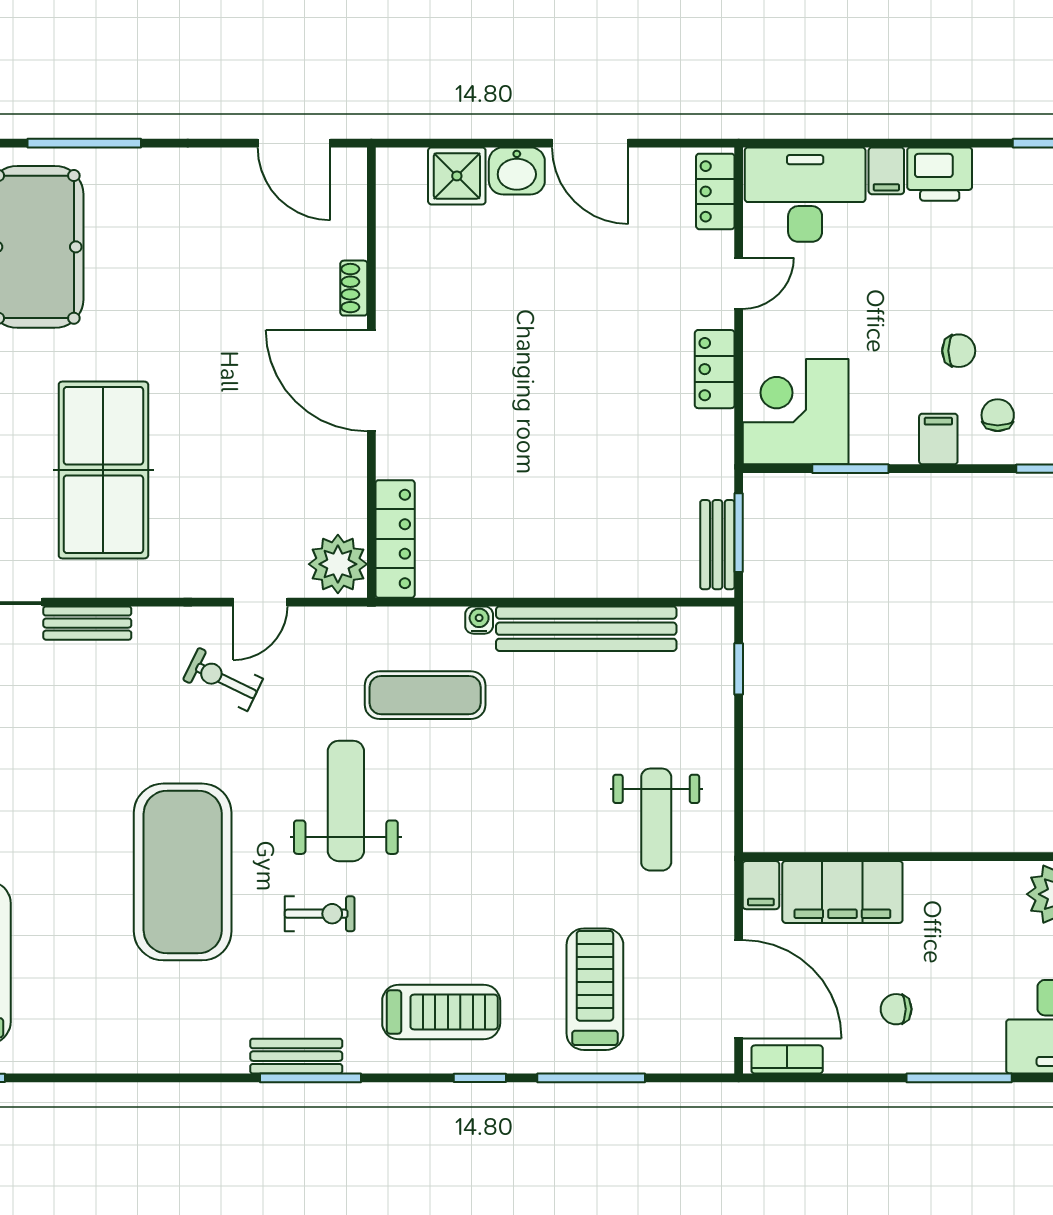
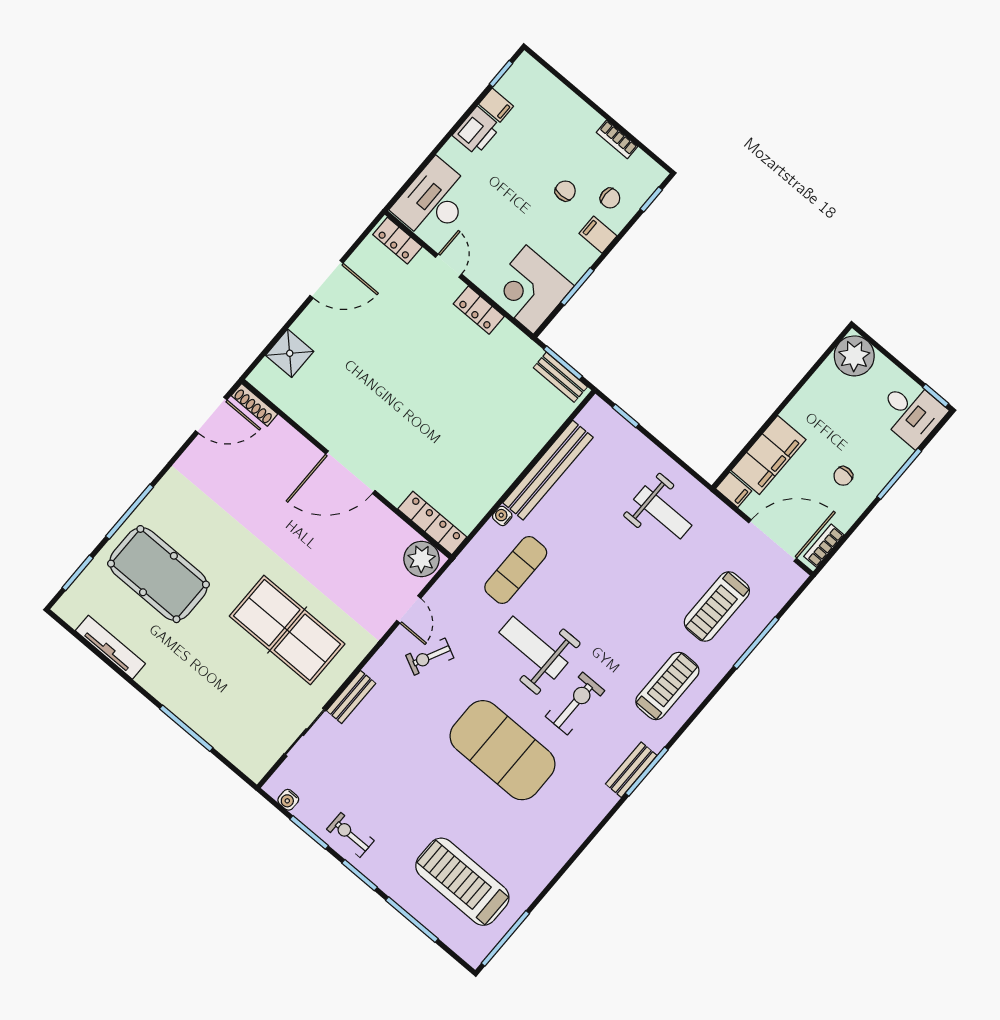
washbasin: (517, 171) -> (311, 324), removed
filing cabinet: (886, 171) -> (496, 105), moved
shoe rack: (354, 288) -> (255, 405), moved, width x1.43
chair: (998, 415) -> (610, 198), turned 180
exercise bike: (320, 914) -> (575, 703), width x1.38, depth x1.39
treadmill: (595, 989) -> (717, 607), turned -90
window: (480, 1078) -> (713, 694), removed

